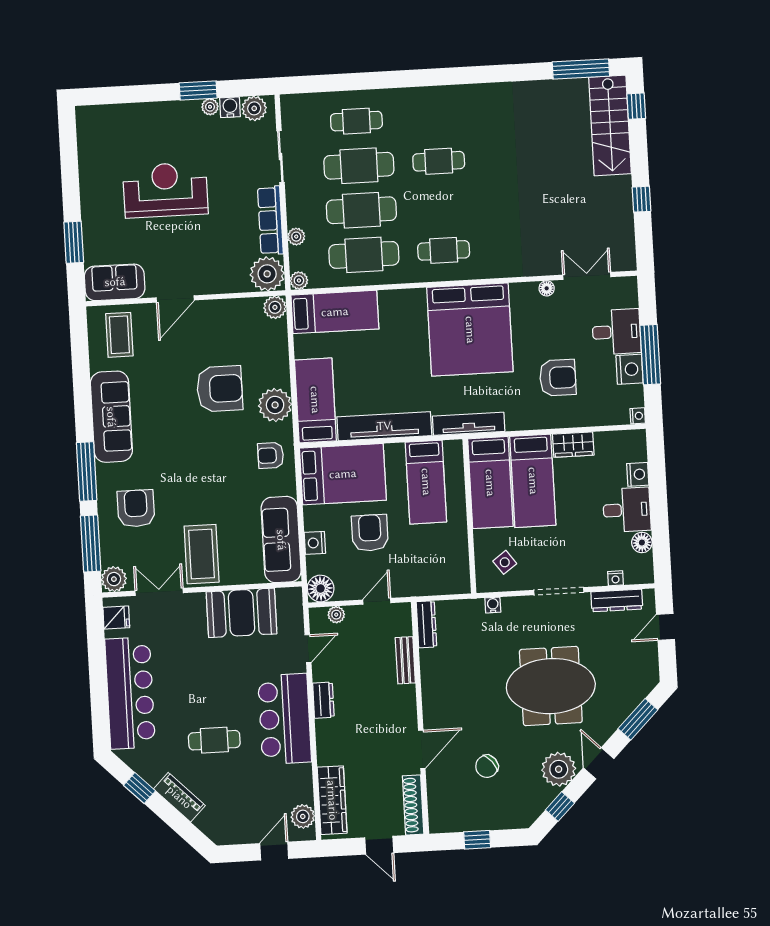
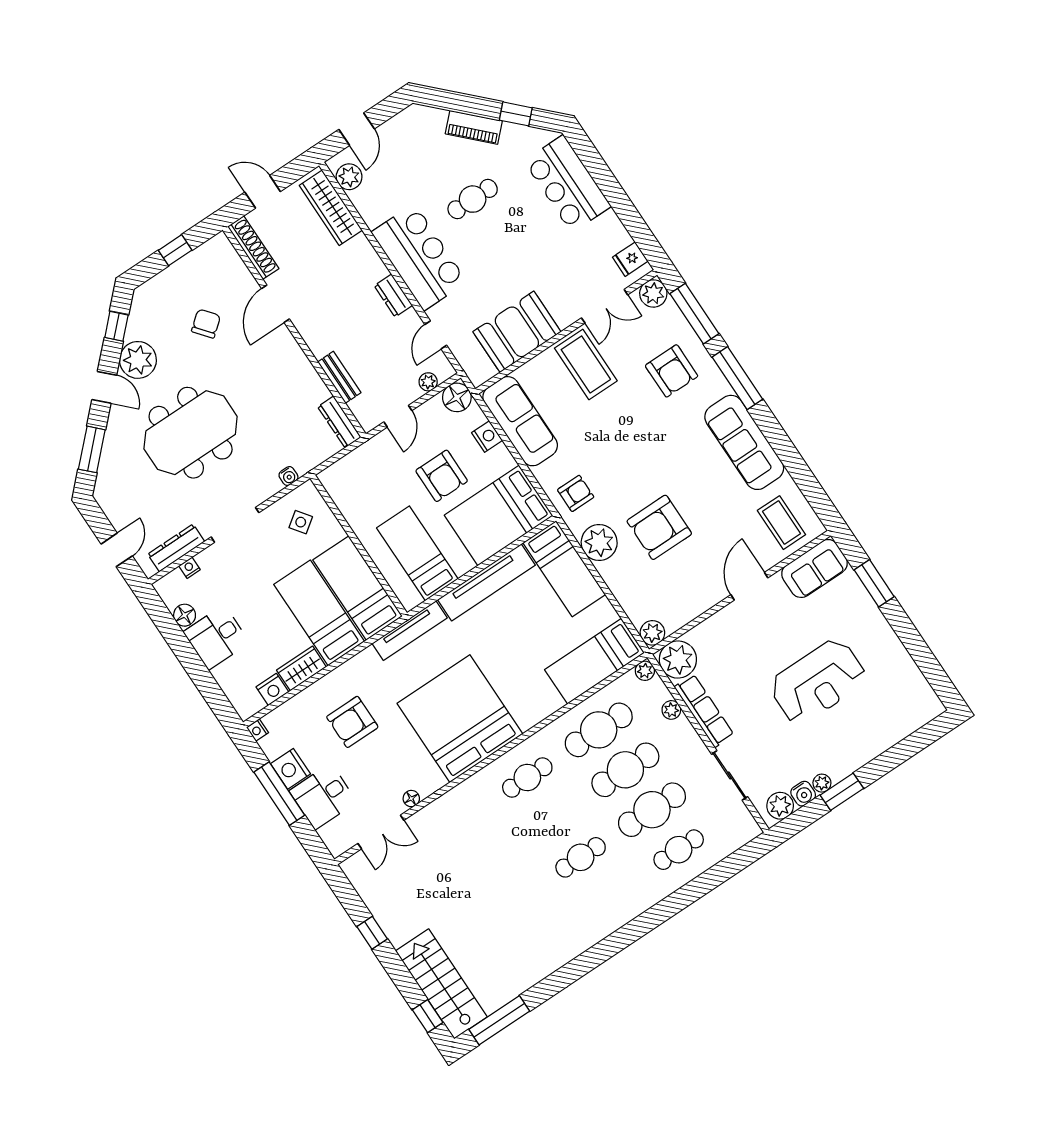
nightstand: (638, 474) -> (272, 689), moved, turned -90
bar counter: (130, 693) -> (567, 184), width x0.73

